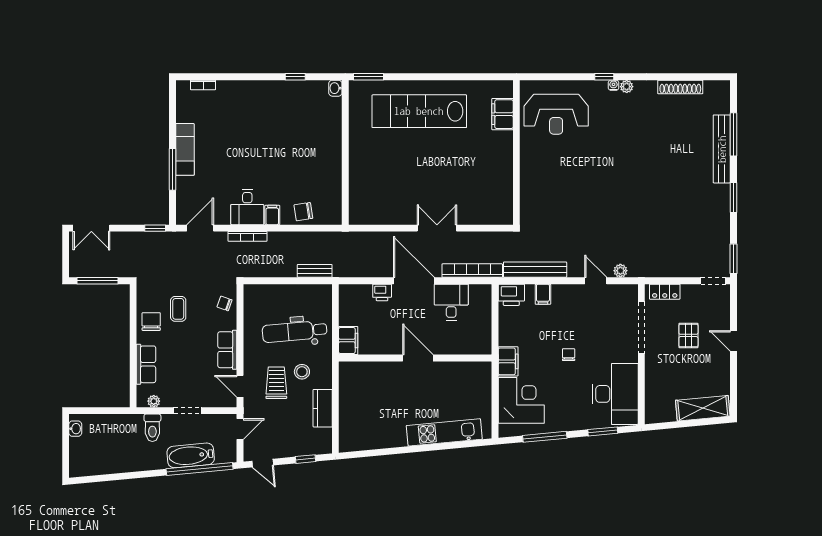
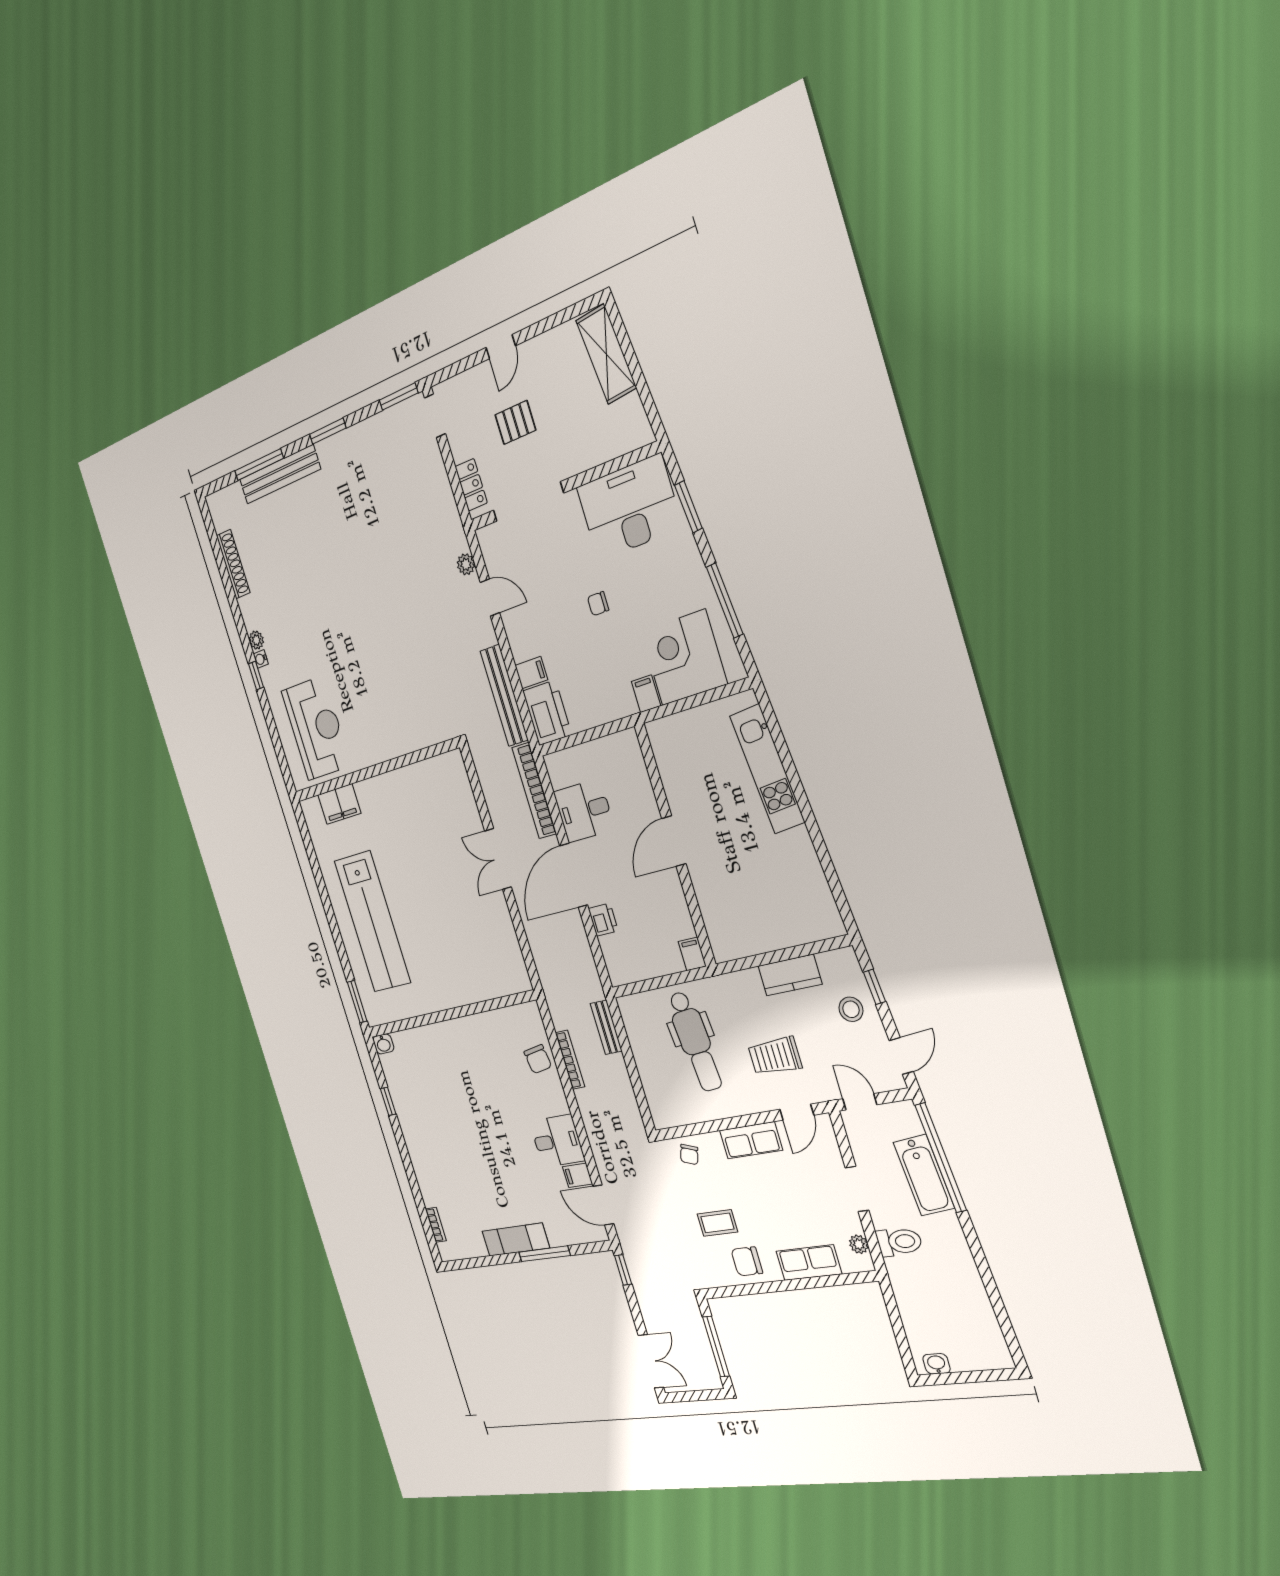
filing cabinet: (272, 215) -> (577, 1175), moved
bookcase: (247, 236) -> (570, 1060), moved
door: (596, 281) -> (490, 597), swing flipped
printer: (511, 295) -> (547, 713), width x1.37, depth x1.19
filing cabinet: (348, 341) -> (692, 954), width x0.50
filing cabinet: (508, 361) -> (646, 694), width x0.50
stool: (302, 372) -> (851, 1009), moved

